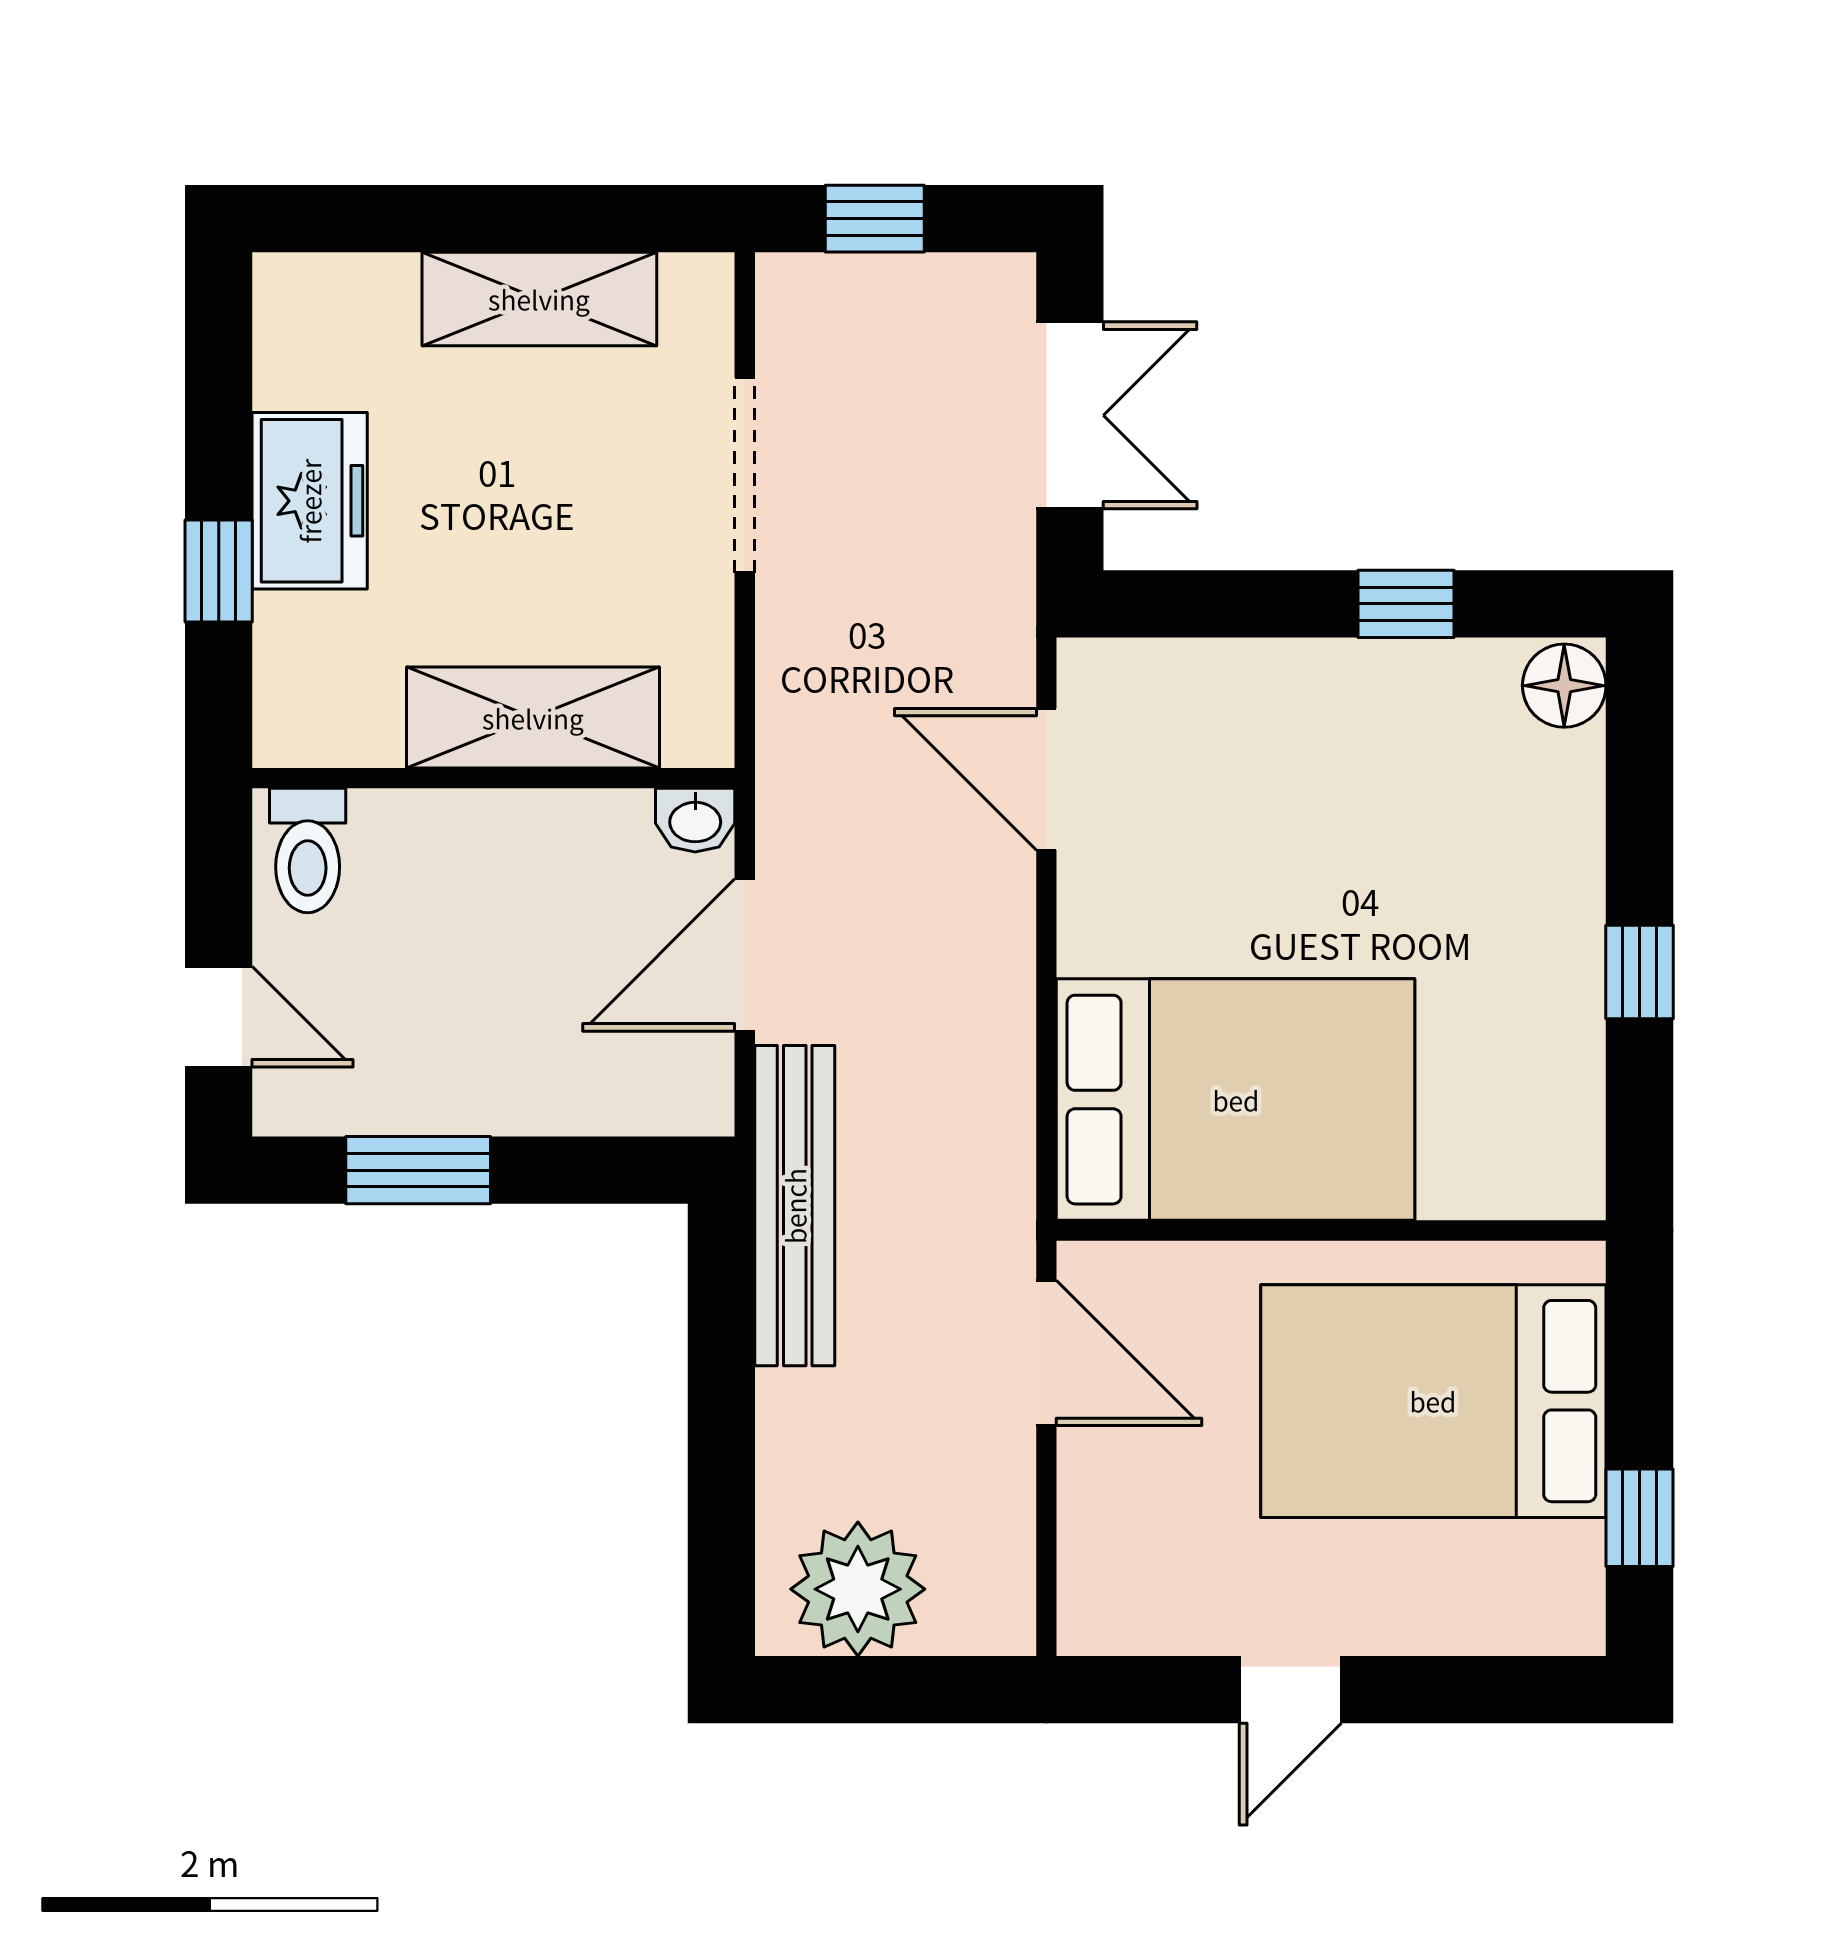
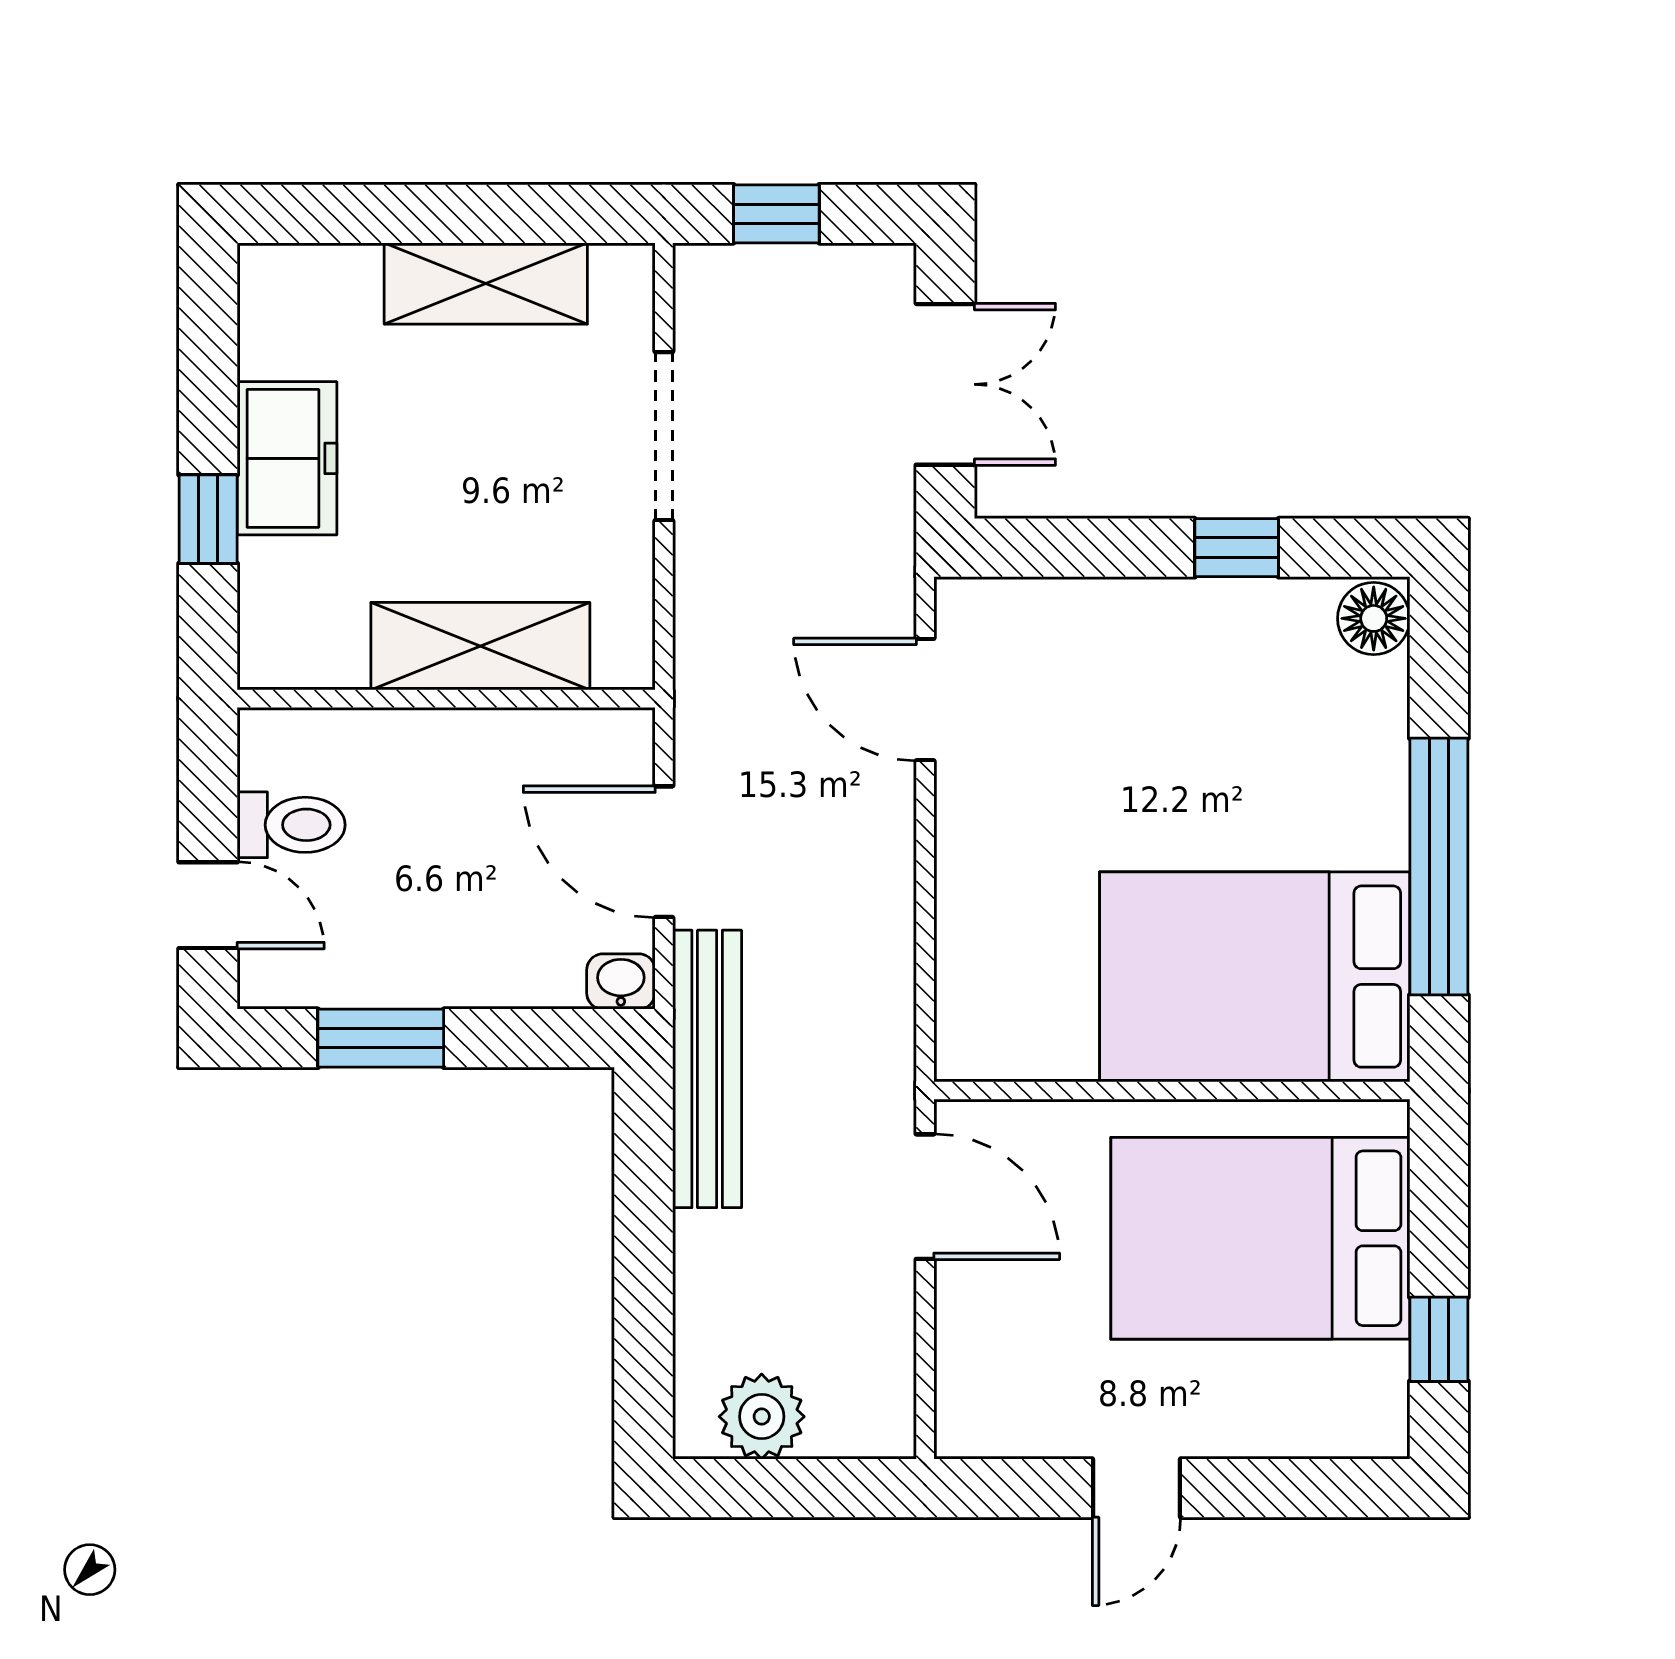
washbasin: (695, 820) -> (621, 981), moved, turned 180
toilet: (308, 851) -> (291, 825), moved, turned -90
door: (745, 955) -> (664, 852), hinge flipped
window: (1639, 972) -> (1439, 867), width x3.17
bed: (1236, 1100) -> (1255, 977), moved, turned 180
plant: (858, 1589) -> (762, 1417), width x0.73, depth x0.73

